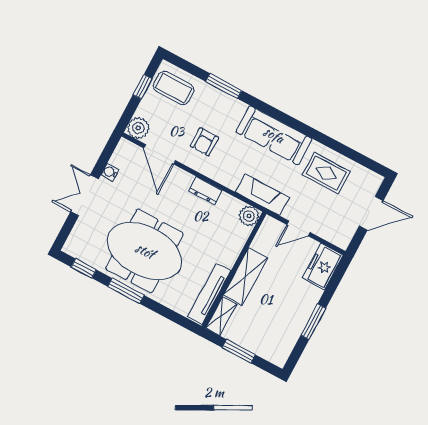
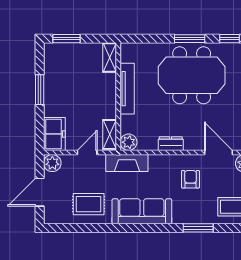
plant: (341, 237) -> (52, 163), added
shelving: (245, 276) -> (110, 134), moved, width x0.67, depth x0.75
tv unit: (209, 294) -> (127, 89), moved
window: (239, 351) -> (66, 39), moved

